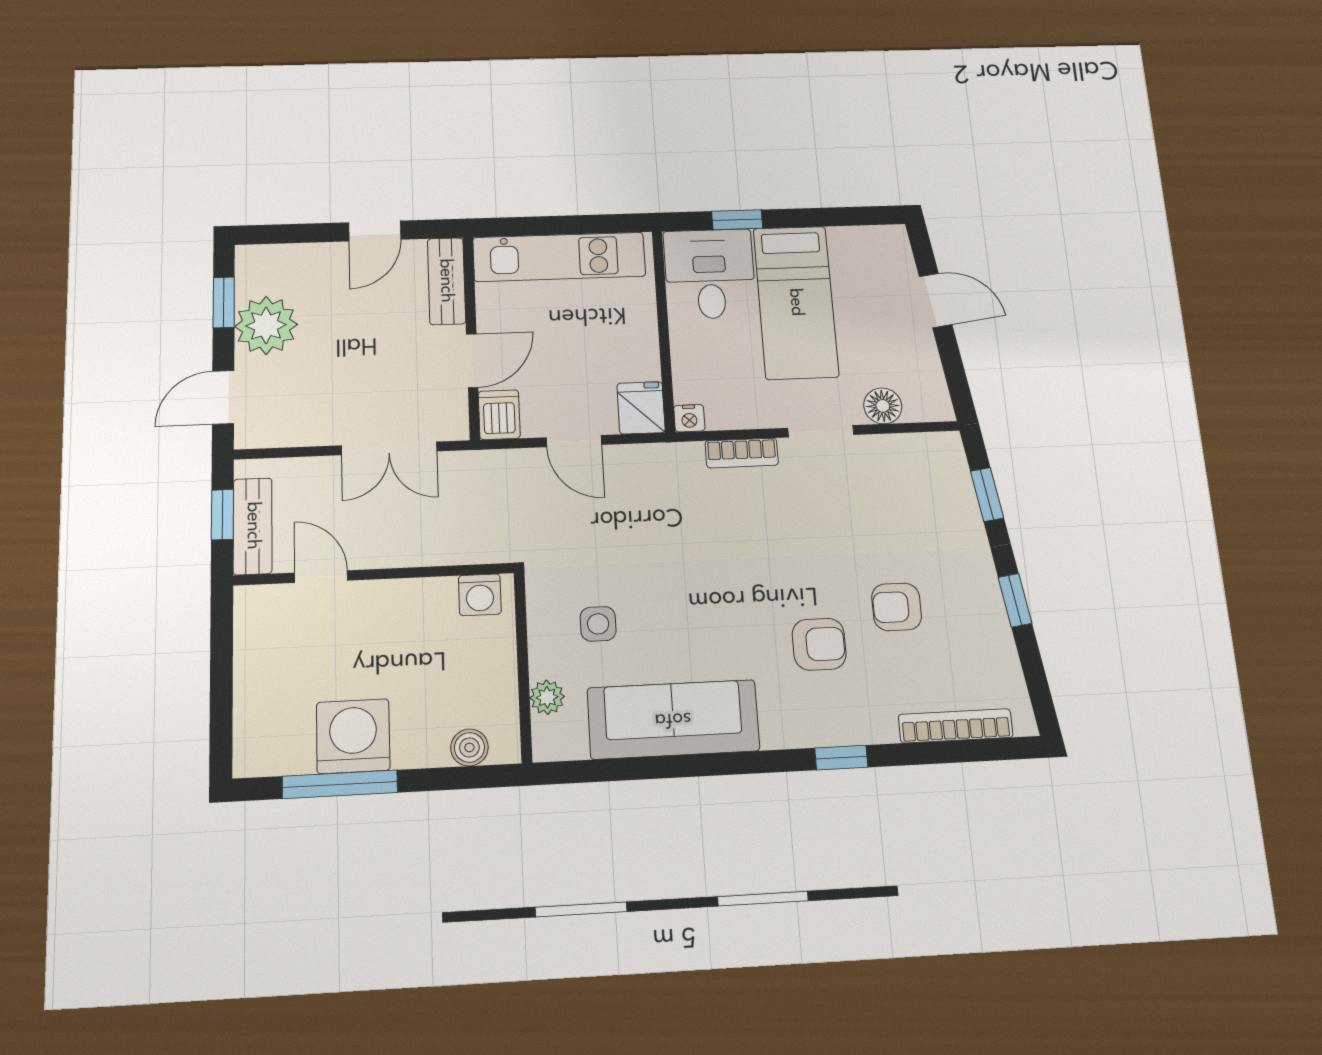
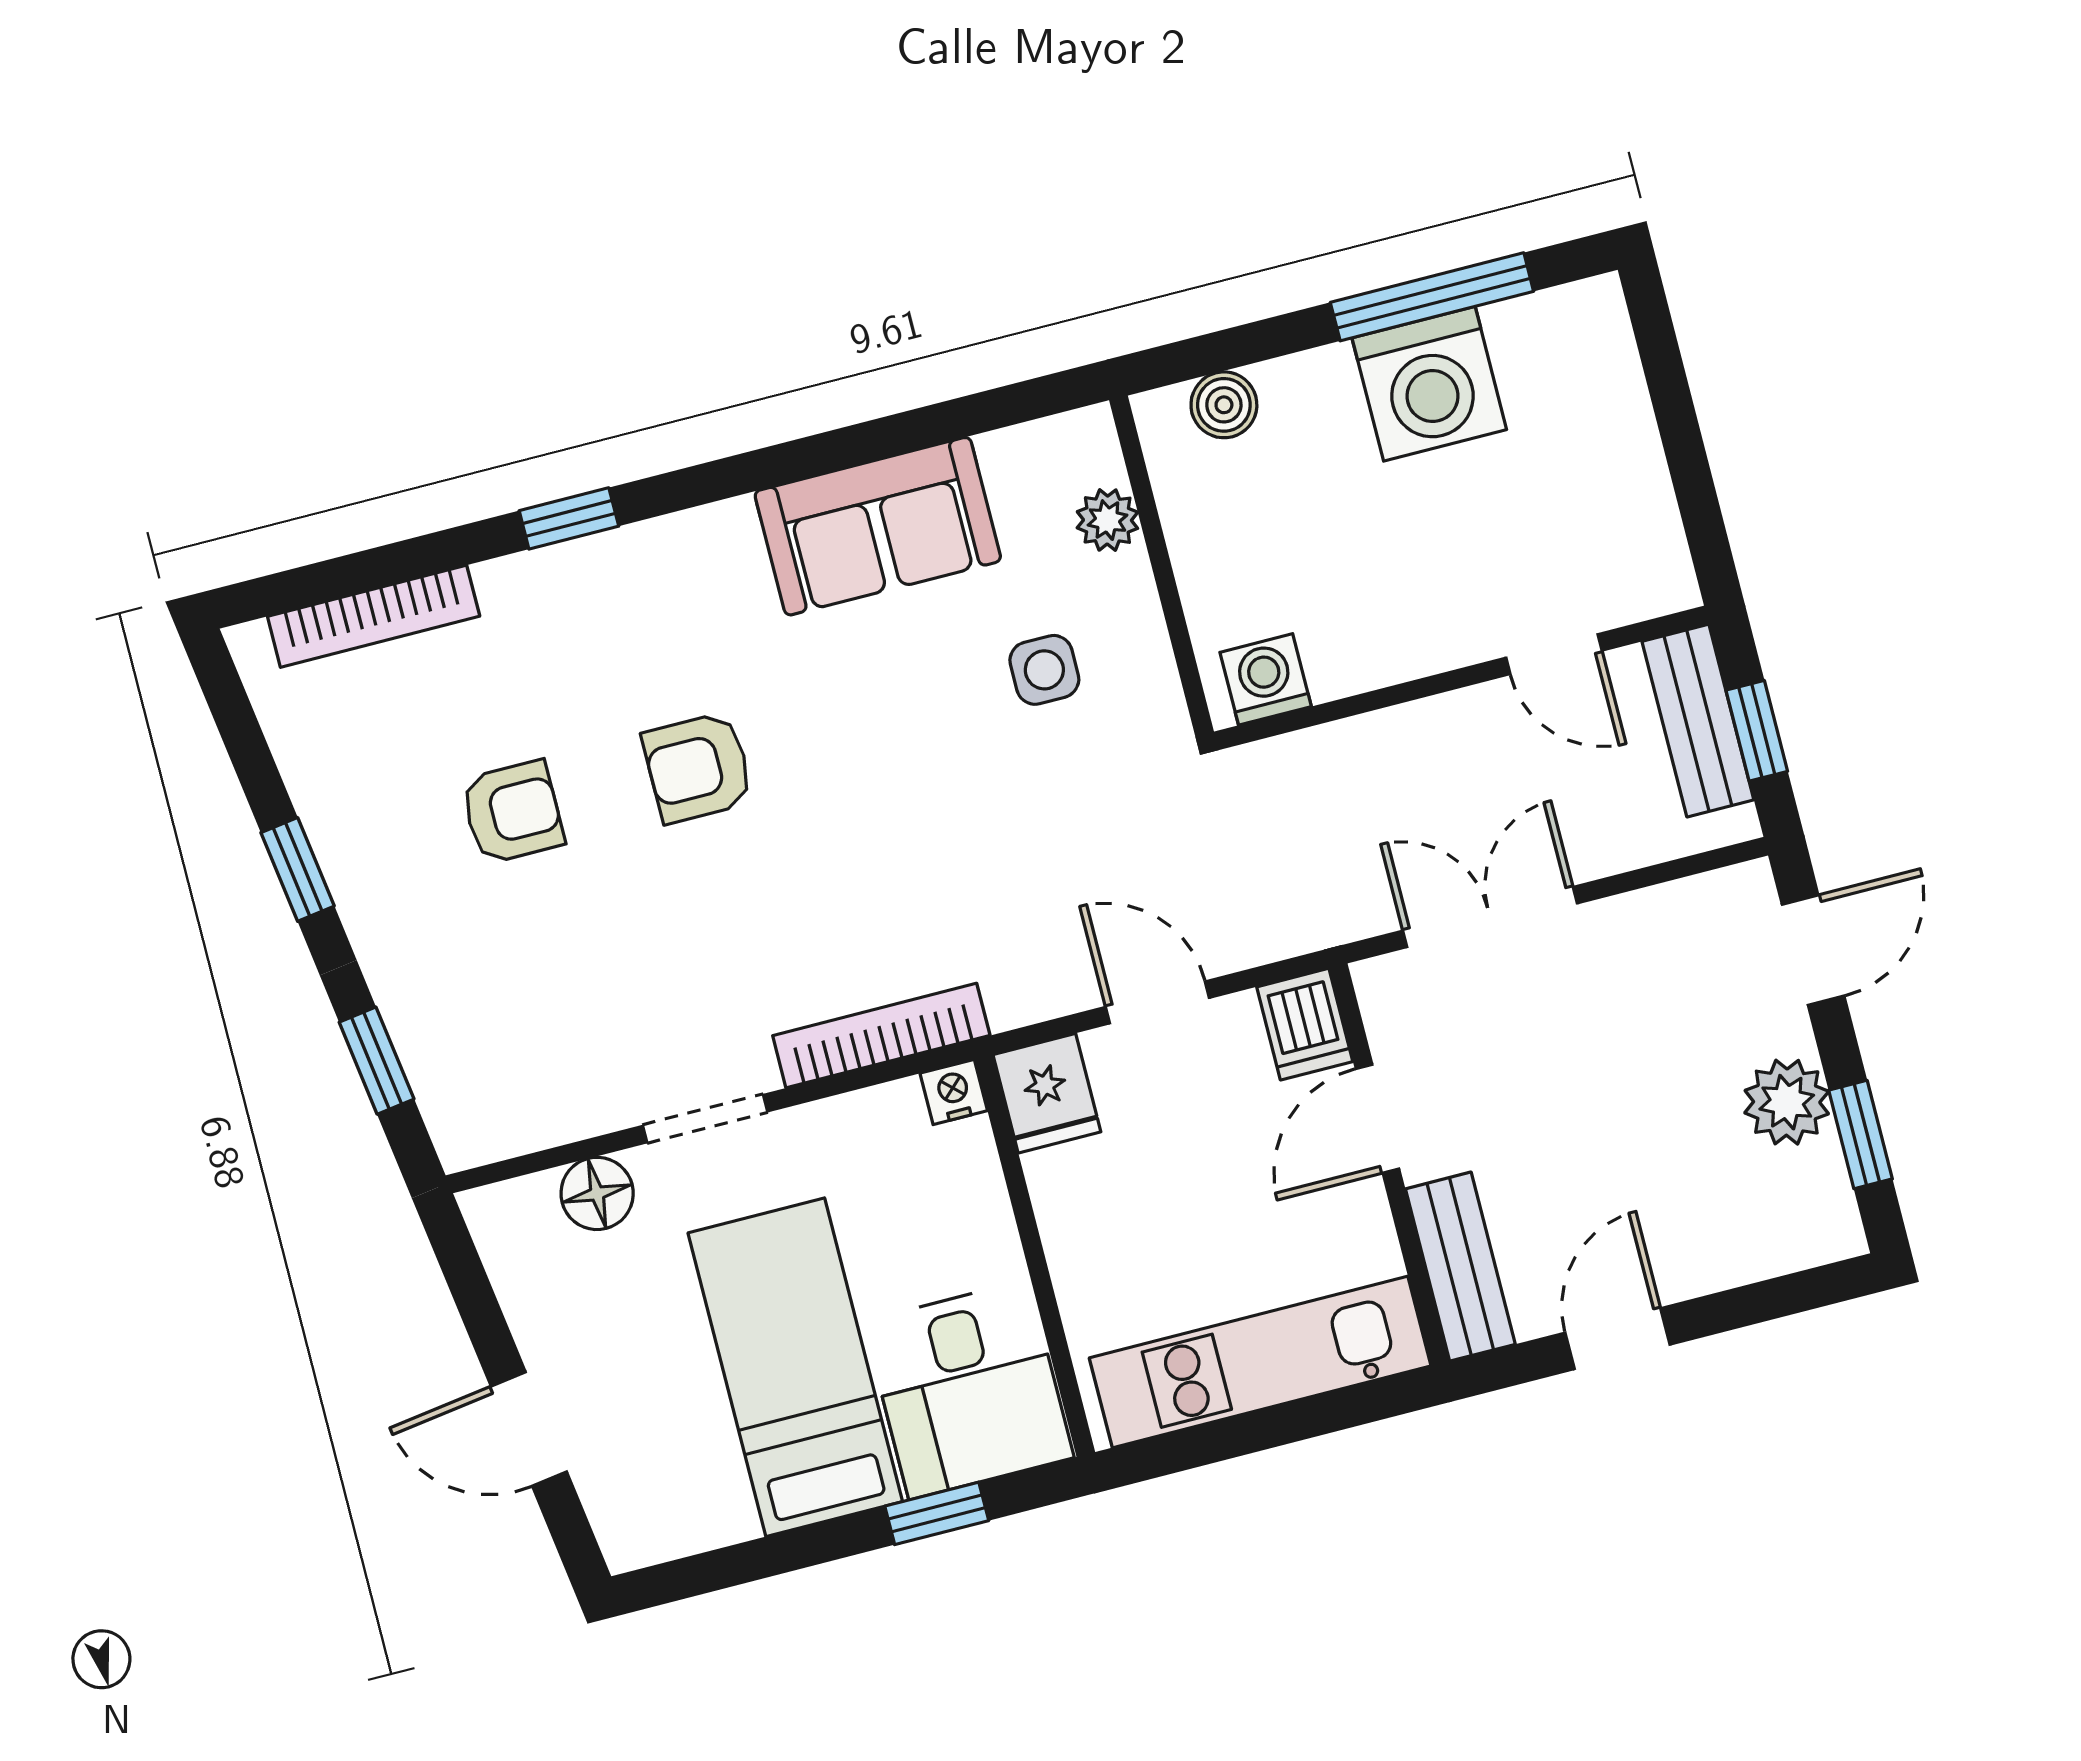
plant: (266, 325) -> (1787, 1102), width x0.73, depth x0.73
bookcase: (742, 453) -> (881, 1036), width x1.56
armchair: (819, 644) -> (698, 768), moved
sofa: (673, 719) -> (878, 526), width x0.73

